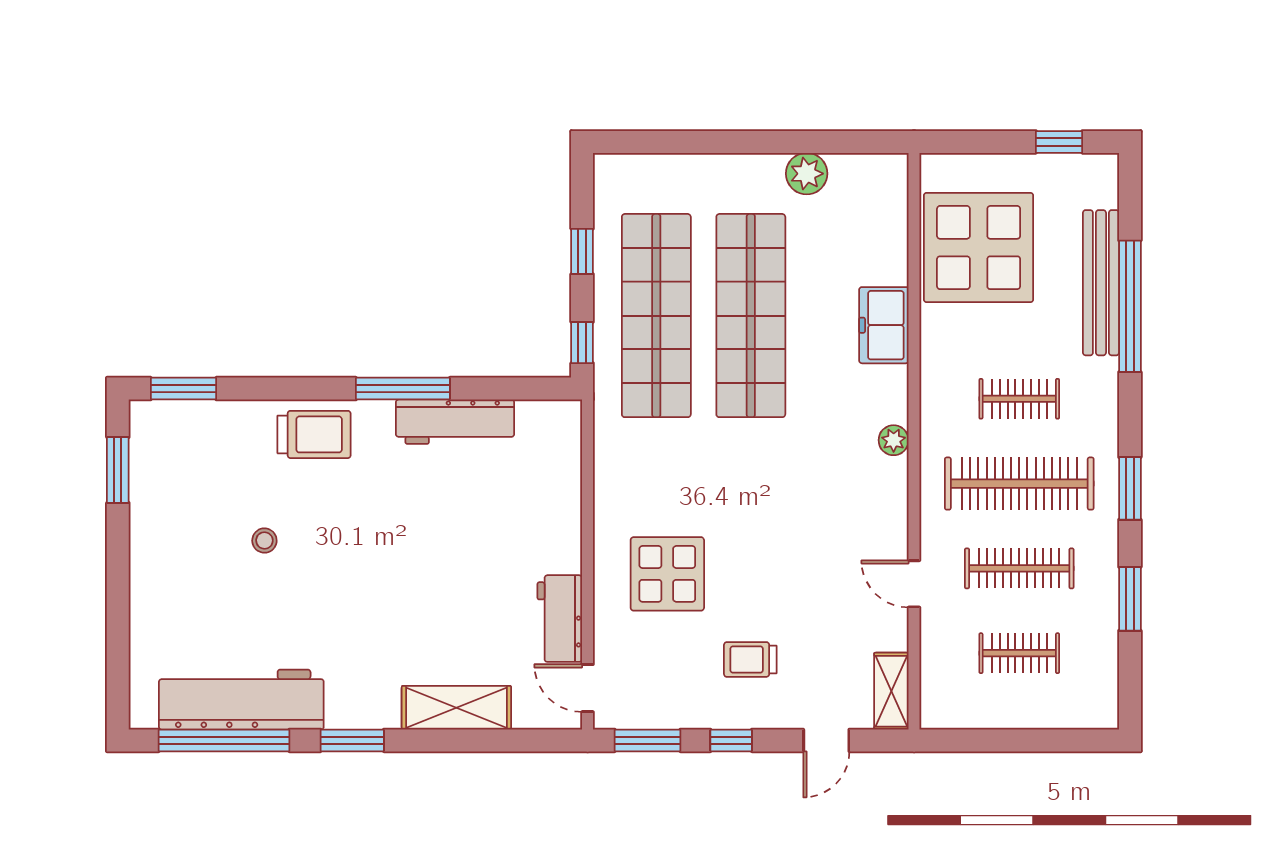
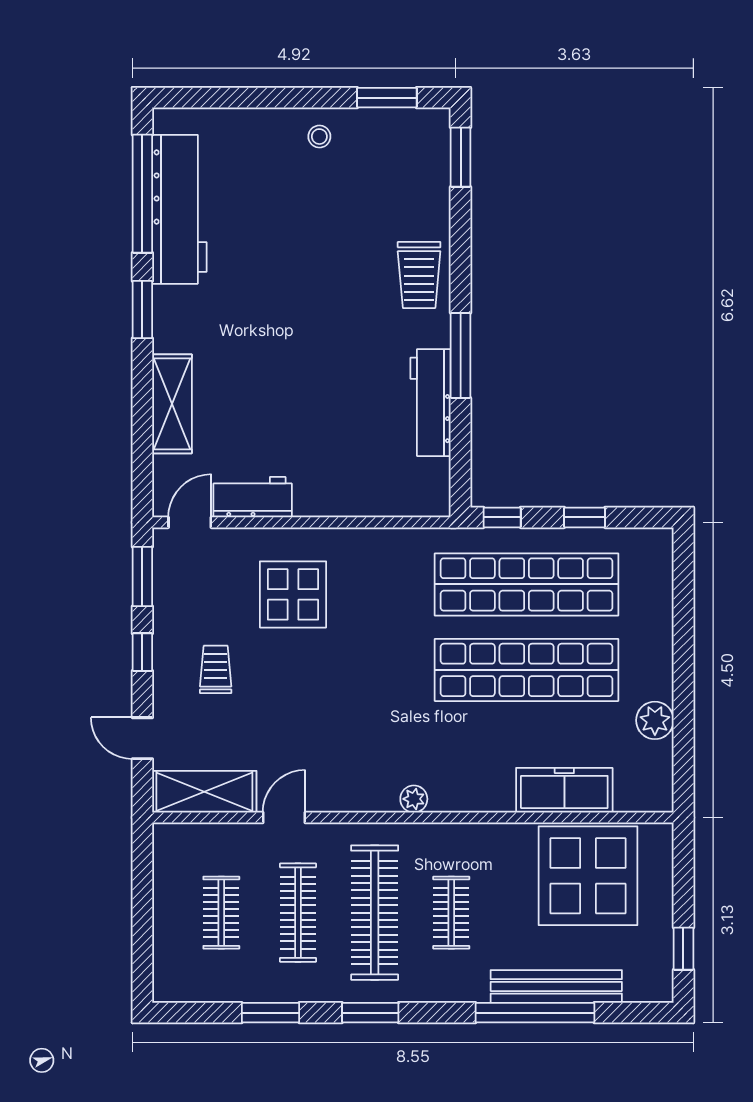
freezer: (884, 325) -> (564, 790), moved, width x1.40
stool: (264, 541) -> (319, 137), moved
shelving: (891, 691) -> (204, 792), width x1.50, depth x1.33

